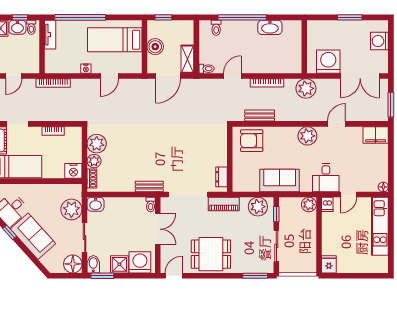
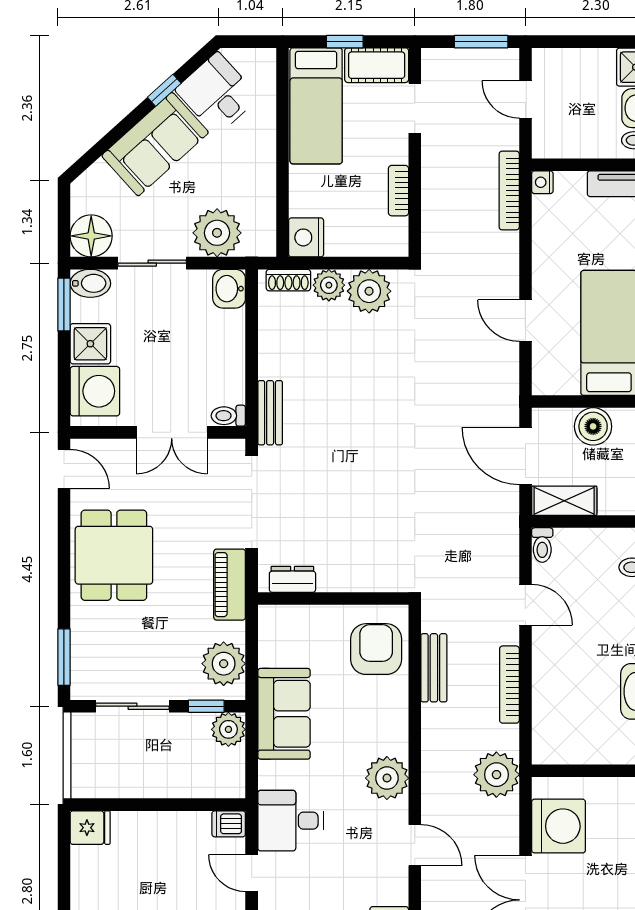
nightstand: (86, 69) -> (542, 182), moved
plant: (309, 205) -> (228, 729), moved

